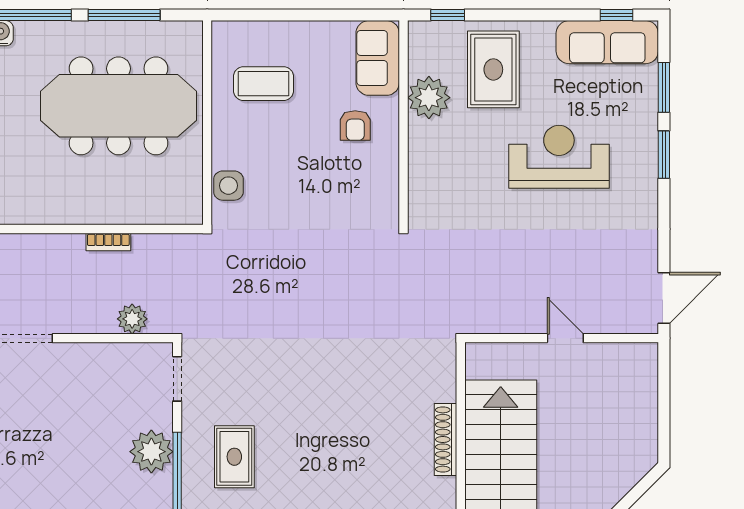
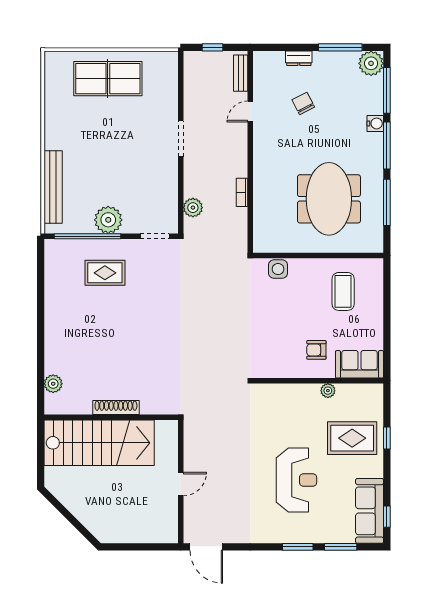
window: (448, 15) -> (387, 438), moved
plant: (429, 98) -> (328, 391), width x0.53, depth x0.53
meeting table: (119, 106) -> (329, 199), width x0.73

